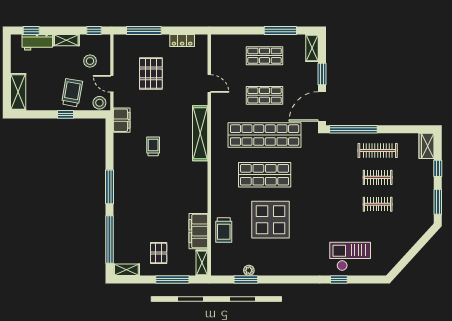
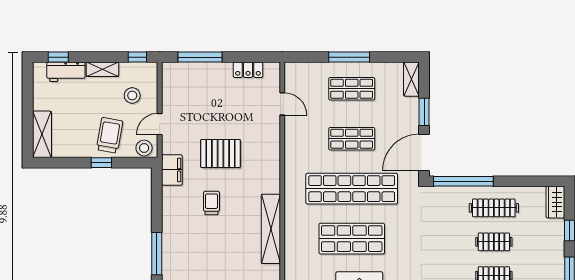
window: (280, 30) -> (349, 57), moved
pallet: (151, 73) -> (220, 153), moved, turned 90
door: (112, 84) -> (160, 124), hinge flipped
door: (209, 84) -> (282, 104), moved
shelving: (200, 133) -> (271, 229), moved

